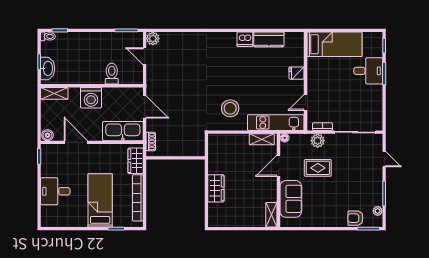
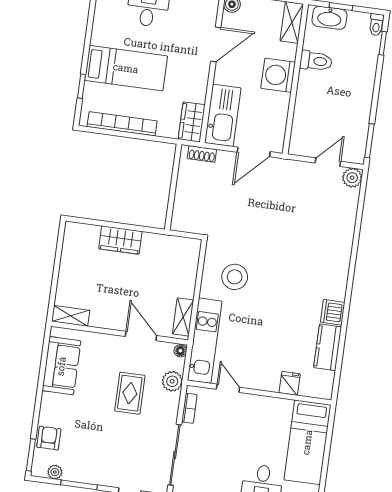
fridge: (297, 73) -> (290, 383), moved
toilet: (112, 74) -> (316, 61), moved
plant: (318, 141) -> (172, 381), moved
wardrobe: (136, 161) -> (192, 122), moved, turned -90
sofa: (291, 199) -> (61, 366), moved, turned -90

